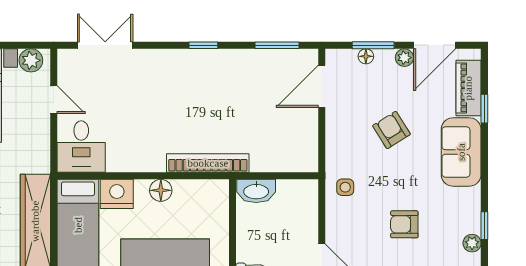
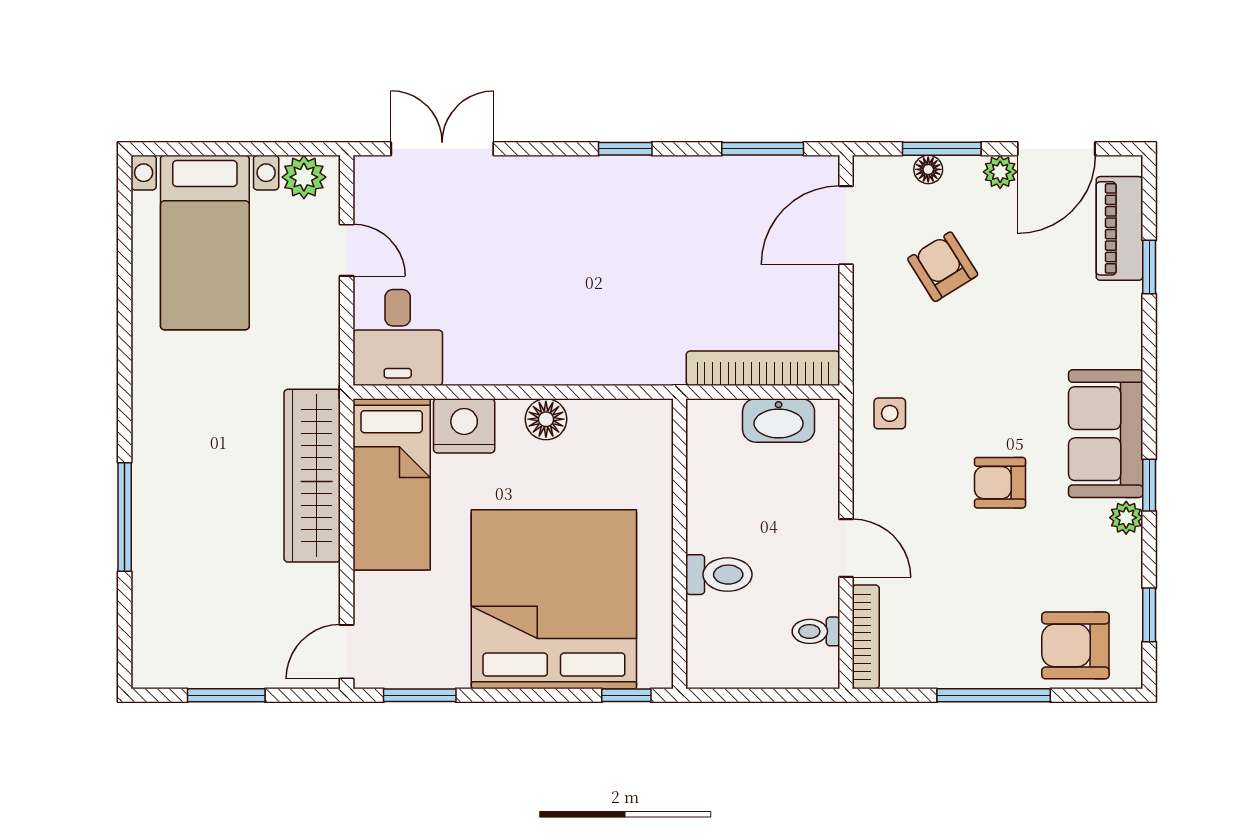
armchair: (392, 130) -> (943, 267), moved
sofa: (461, 152) -> (1106, 434), moved
bookcase: (208, 163) -> (763, 368), moved
washbasin: (256, 191) -> (779, 420), moved

